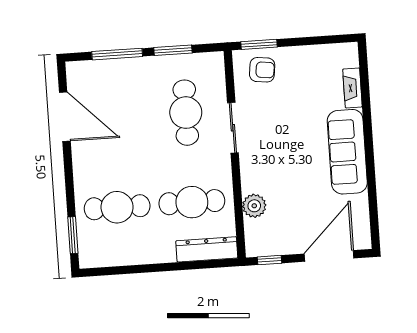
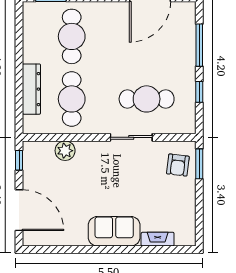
window: (173, 50) -> (199, 92), width x0.67
sofa: (347, 152) -> (114, 231), width x0.73
dresser: (207, 249) -> (31, 89), moved

